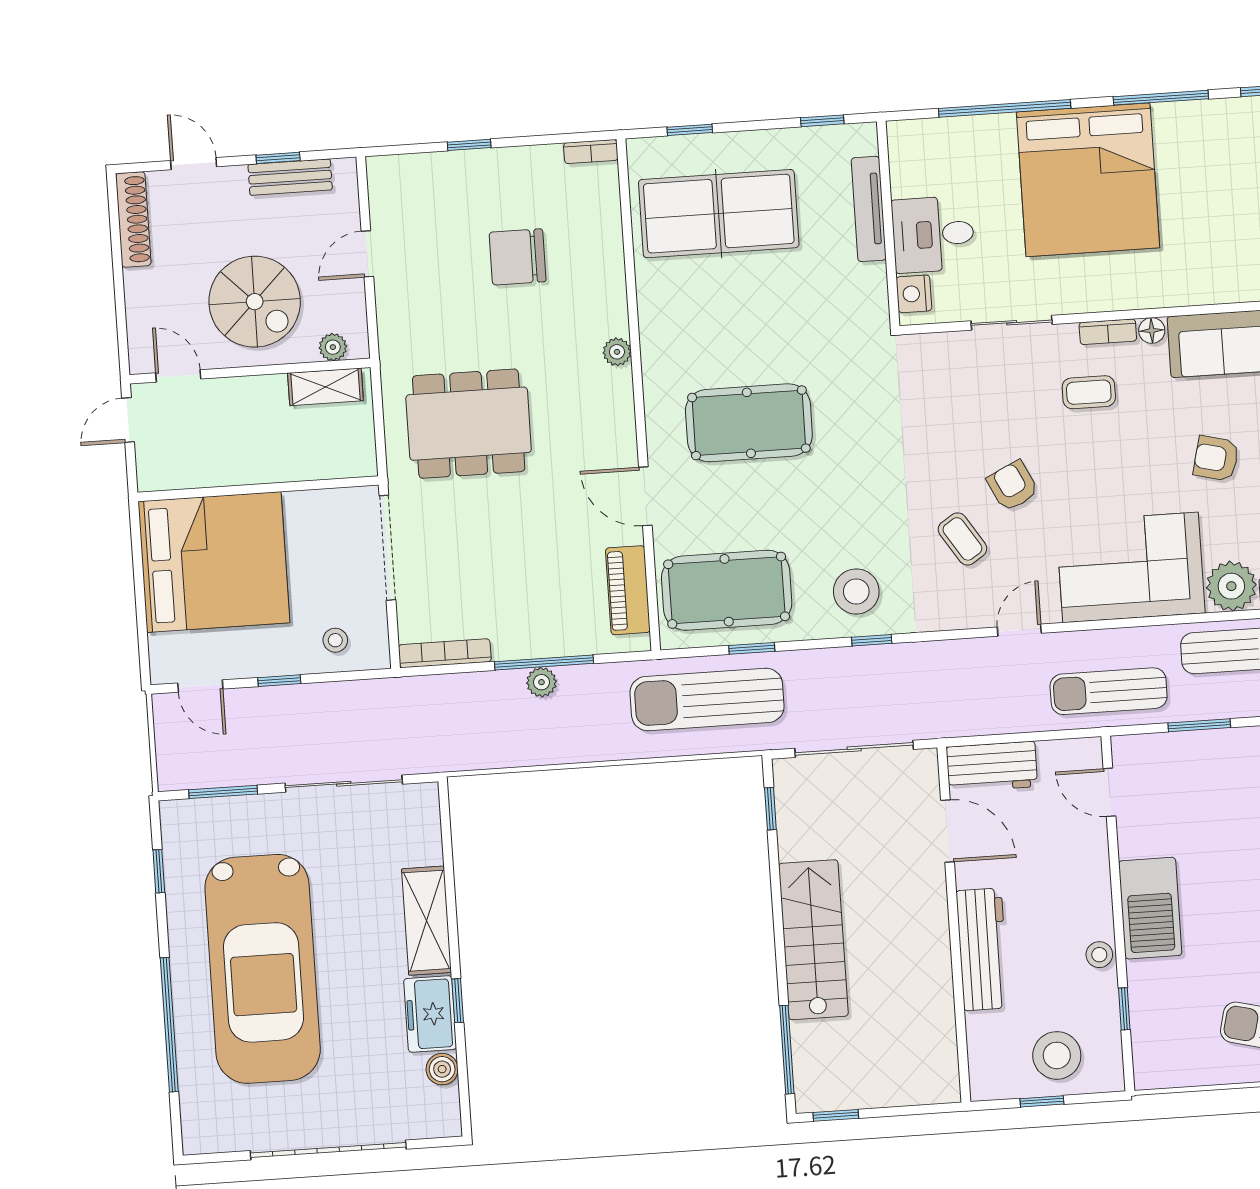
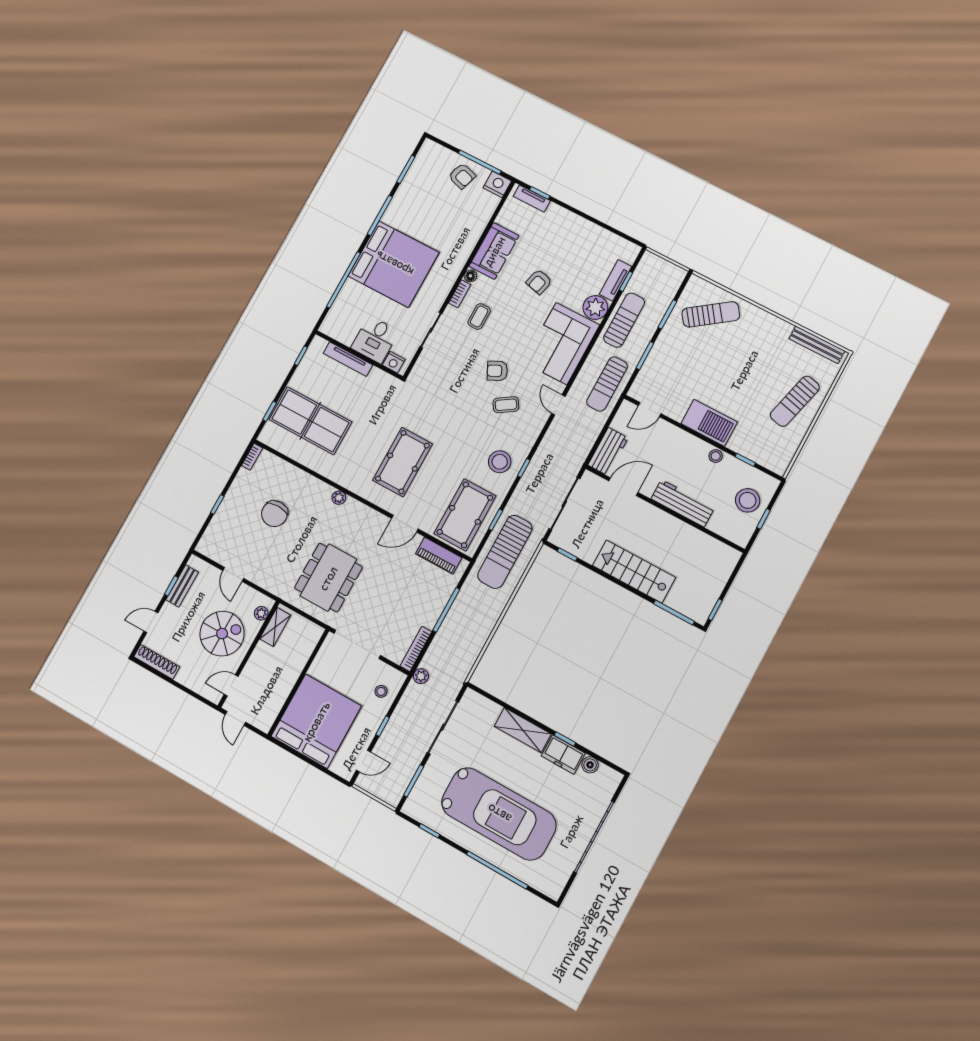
table tennis table: (719, 214) -> (310, 421), turned 90
plant: (541, 682) -> (421, 676), moved

